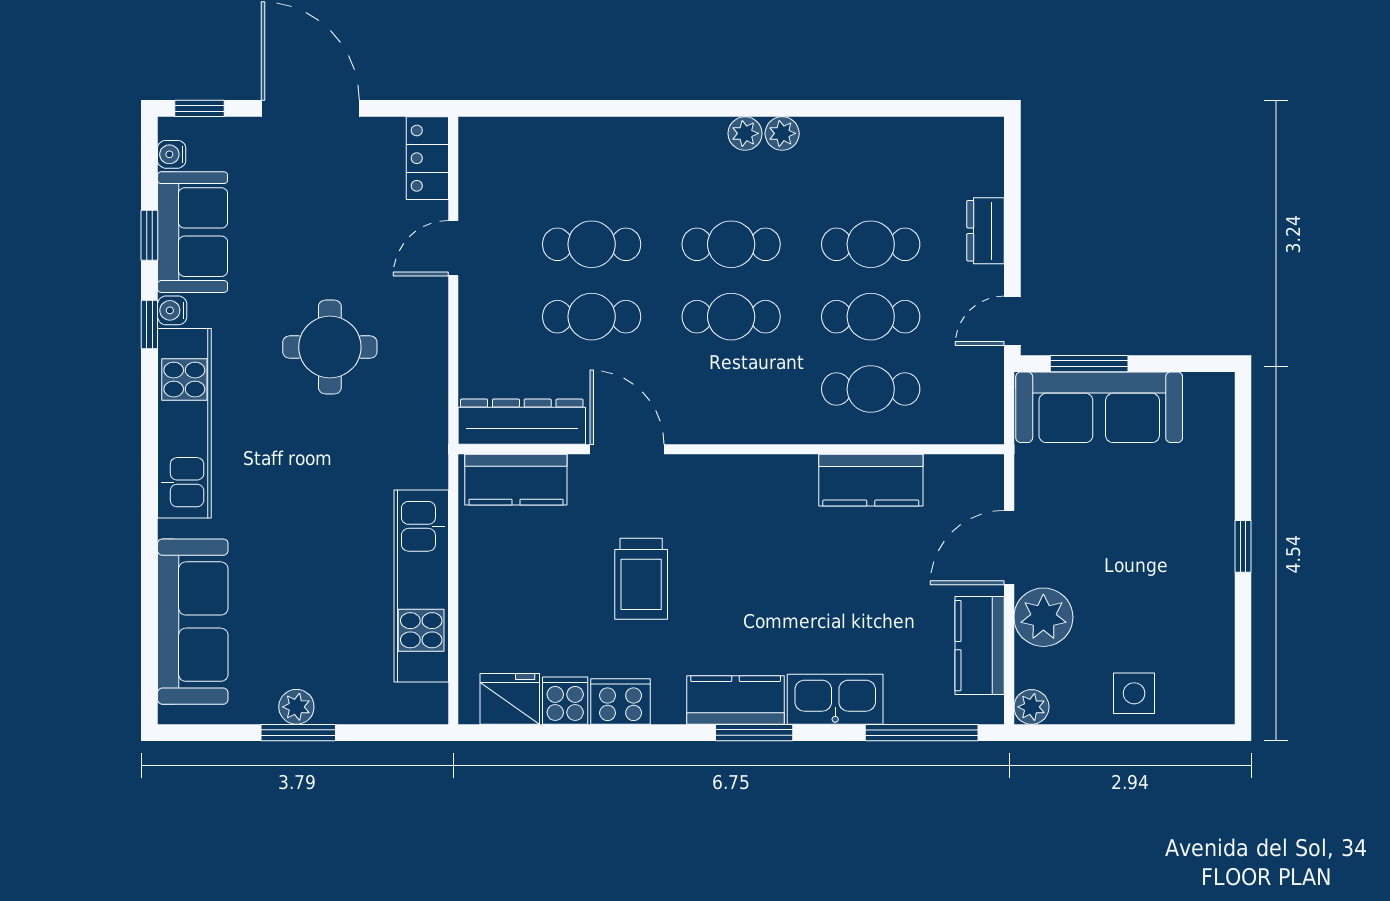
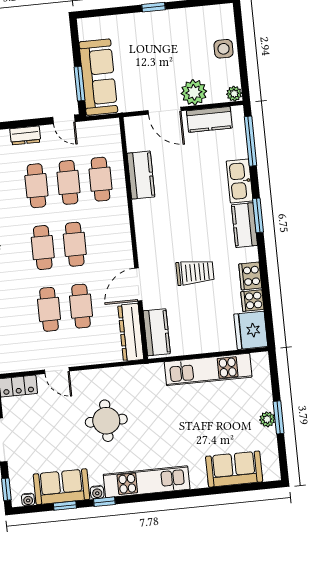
sofa: (193, 622) -> (234, 469), width x0.73
fridge: (510, 699) -> (251, 330), width x1.36, depth x1.34

